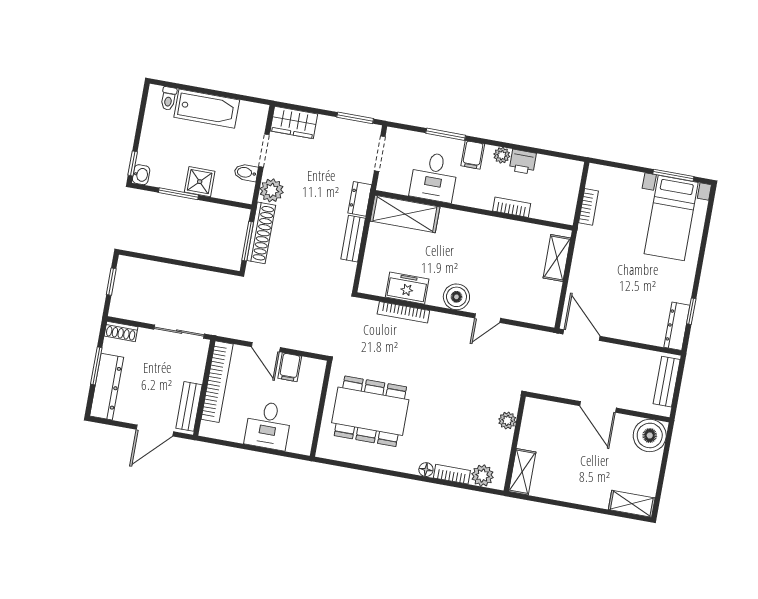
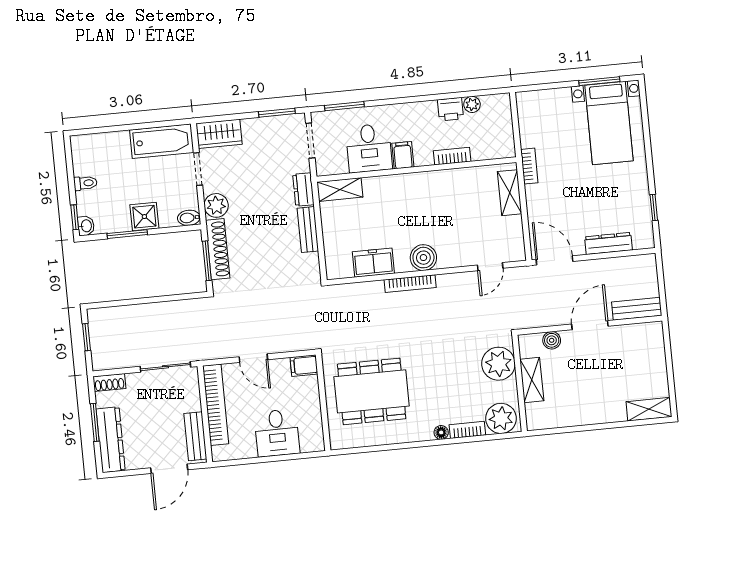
toilet: (169, 98) -> (85, 183), moved, turned -90
bathtub: (207, 109) -> (162, 141), moved
window: (446, 134) -> (344, 106), moved
filing cabinet: (473, 155) -> (403, 155), moved, turned 180
plant: (502, 155) -> (472, 104), moved
bidet: (246, 173) -> (189, 218), moved
bookcase: (588, 207) -> (529, 166), moved
shelving: (405, 214) -> (340, 189), width x0.67, depth x0.75
bookcase: (403, 312) -> (410, 284), moved
door: (488, 318) -> (490, 267), moved
dresser: (677, 326) -> (609, 243), moved, turned 90
filing cabinet: (290, 367) -> (304, 366), moved, turned 90
bench: (667, 382) -> (637, 309), moved, turned 90
door: (598, 407) -> (590, 325), swing flipped
plant: (507, 420) -> (498, 364), width x1.88, depth x1.88
boiler: (650, 435) -> (552, 340), moved, width x0.54, depth x0.54
shelving: (522, 472) -> (532, 380), moved
plant: (483, 476) -> (501, 418), width x1.36, depth x1.36

